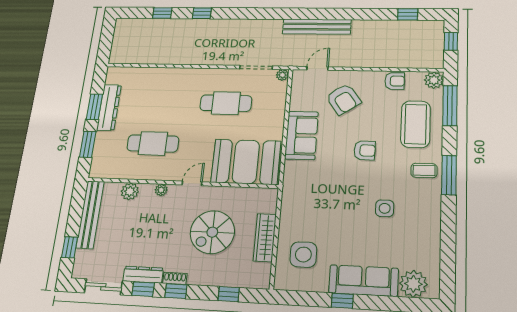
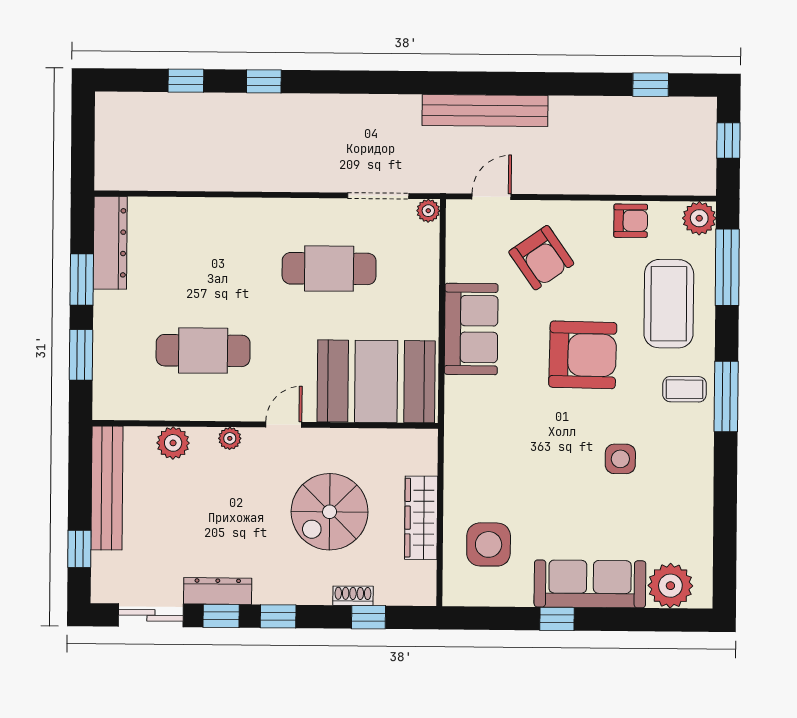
dresser: (109, 107) -> (110, 243), moved
armchair: (365, 150) -> (583, 355), width x1.88, depth x1.88
shoe rack: (175, 278) -> (353, 596), moved

